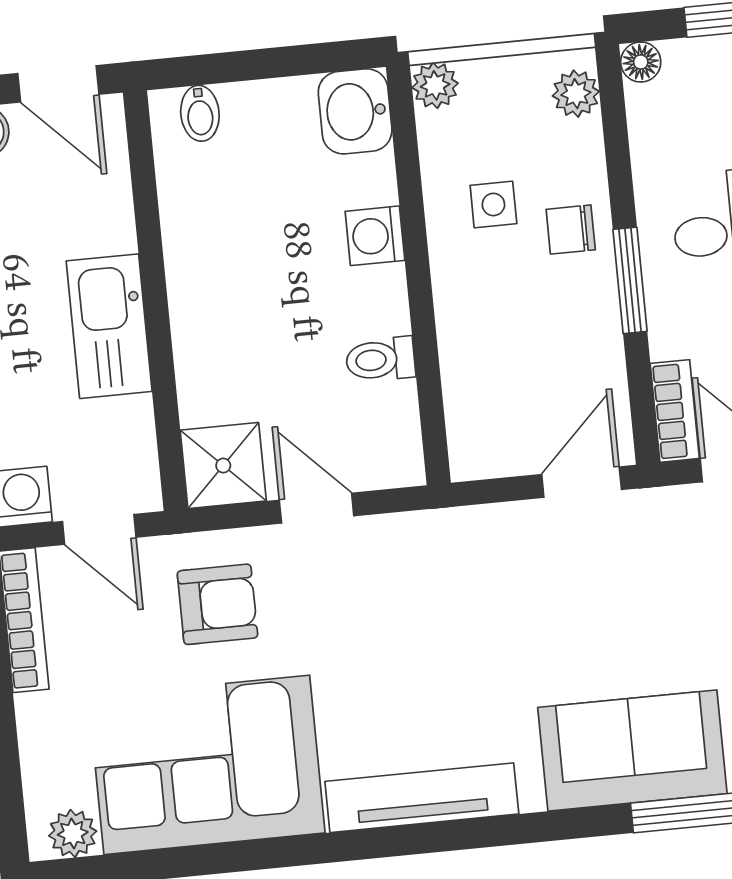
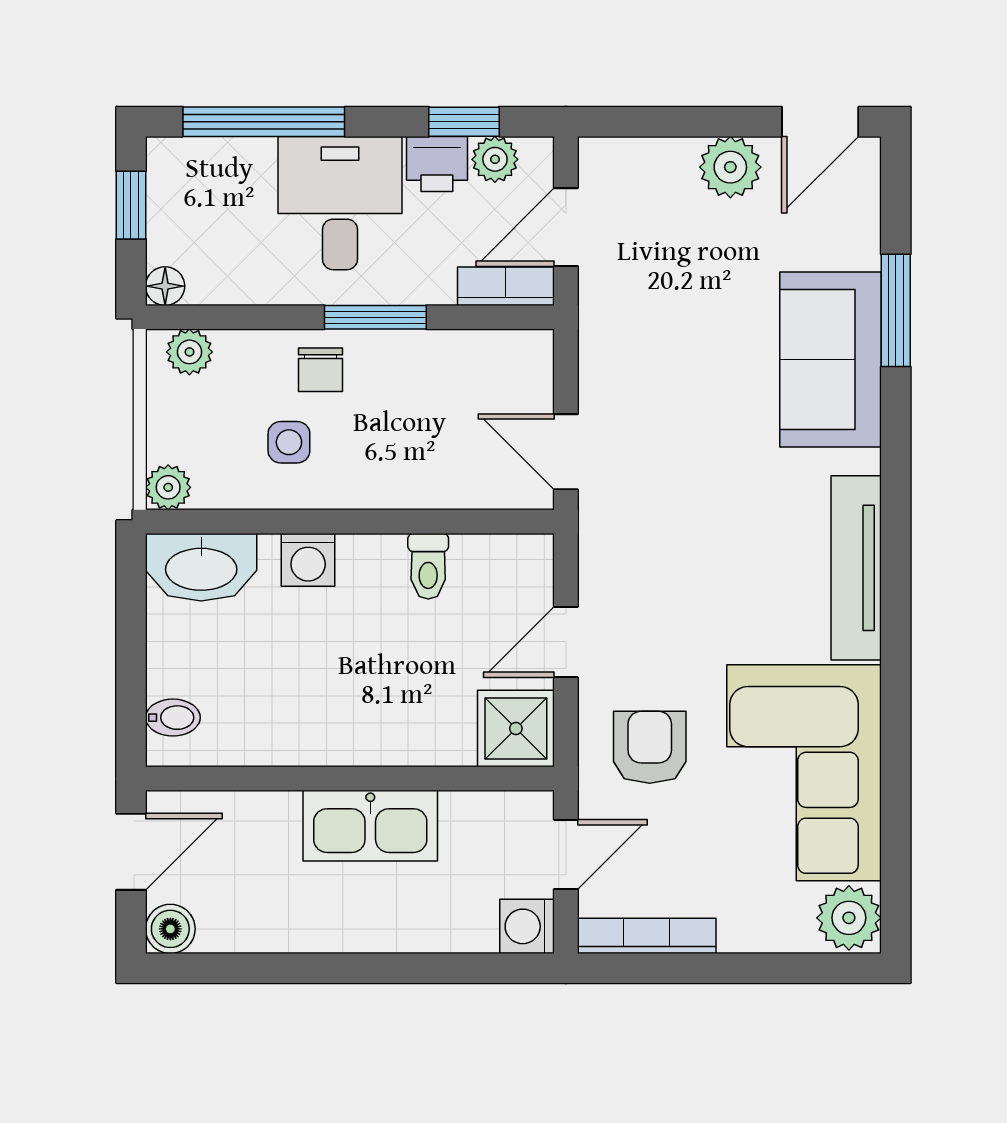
washbasin: (355, 111) -> (201, 567), width x1.38
door: (582, 482) -> (566, 452), moved
plant: (73, 833) -> (849, 918), width x1.38, depth x1.38

